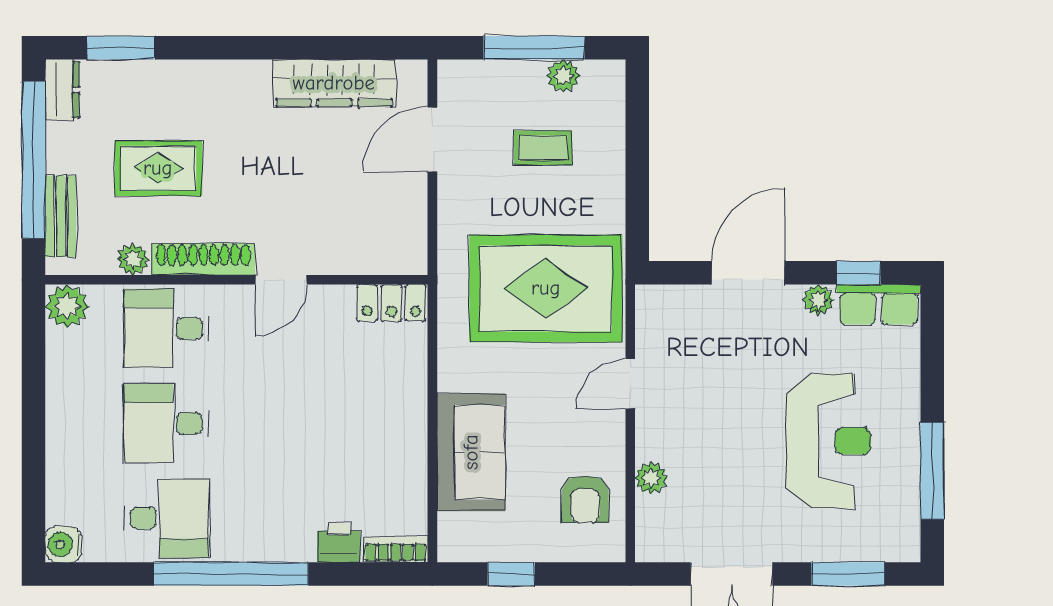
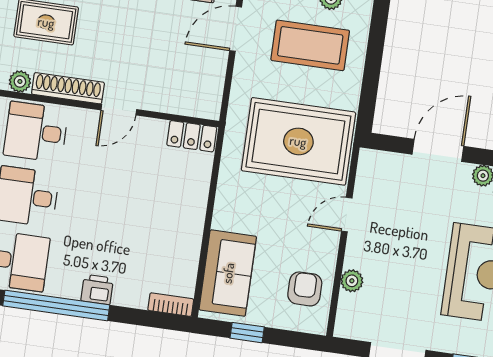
coffee table: (543, 148) -> (310, 45), width x1.86, depth x1.72
sofa: (471, 452) -> (228, 273), moved
armchair: (585, 499) -> (305, 289), turned 180
printer: (339, 543) -> (97, 290), moved

